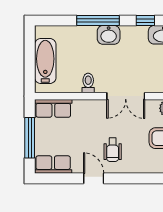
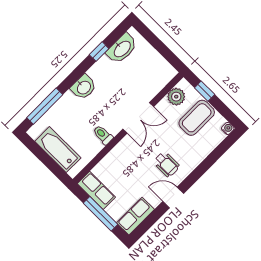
window: (98, 20) -> (45, 106), moved
row of seats: (53, 108) -> (96, 190), moved, turned -90

